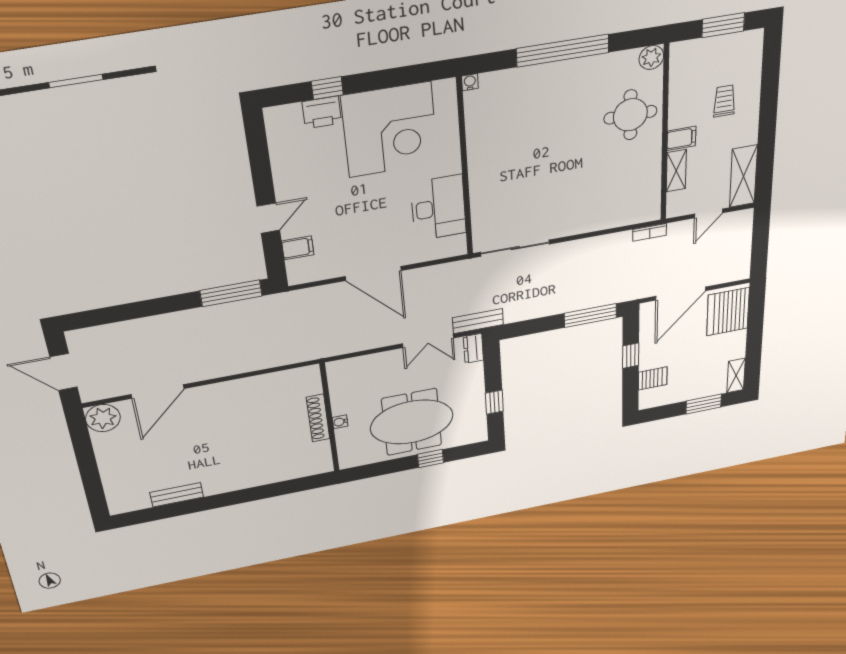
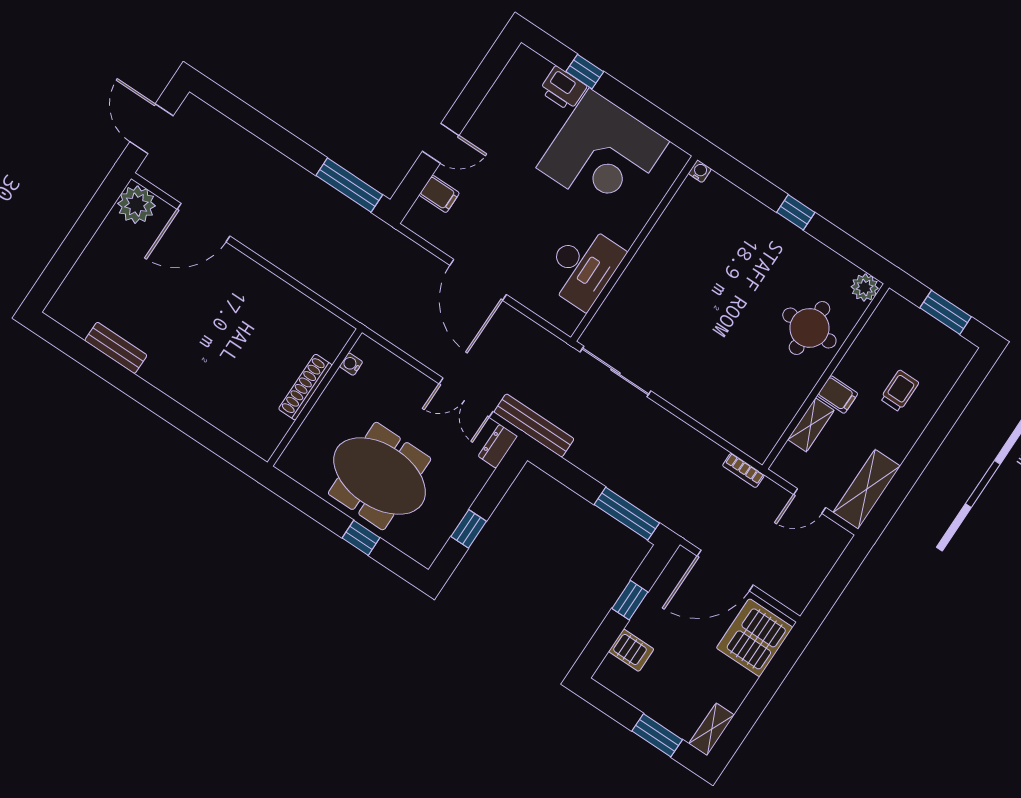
window: (563, 51) -> (796, 212), width x0.32
bench: (478, 321) -> (534, 425), width x1.36
water cooler: (340, 422) -> (351, 364), moved

